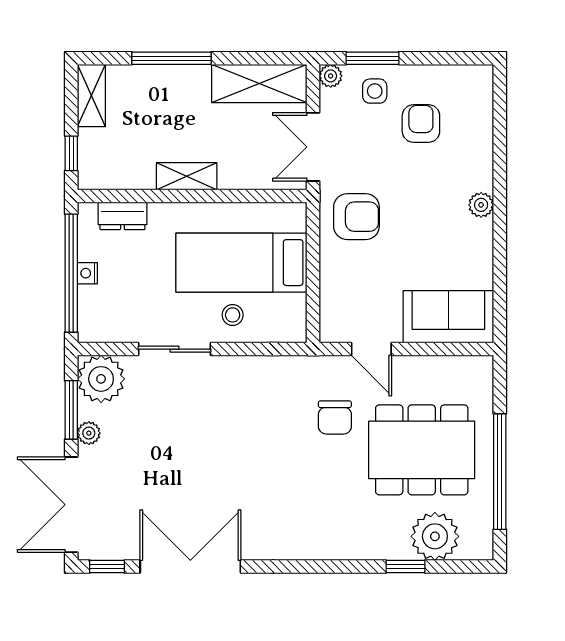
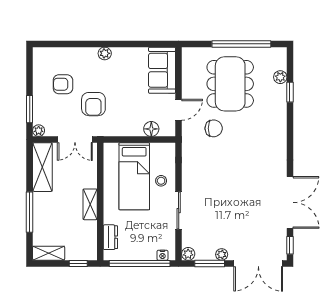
side table: (375, 91) -> (46, 108), removed
armchair: (356, 217) -> (93, 104), moved, turned 180
nightstand: (87, 273) -> (162, 255), moved
floor lamp: (334, 296) -> (151, 129), added
plant: (101, 379) -> (188, 254), width x0.53, depth x0.53
plant: (435, 536) -> (280, 77), width x0.53, depth x0.53
double door: (190, 566) -> (290, 202), swing flipped

